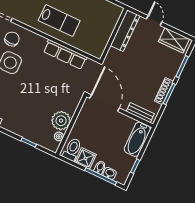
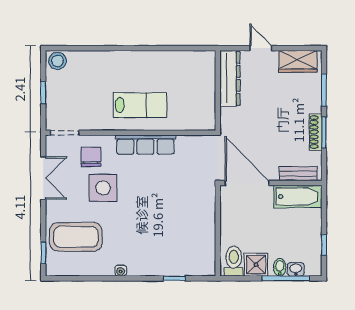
row of seats: (65, 54) -> (145, 145), moved
plant: (61, 121) -> (202, 231), removed
plant: (59, 136) -> (209, 253), removed
bathtub: (137, 139) -> (298, 196), moved, turned -90

